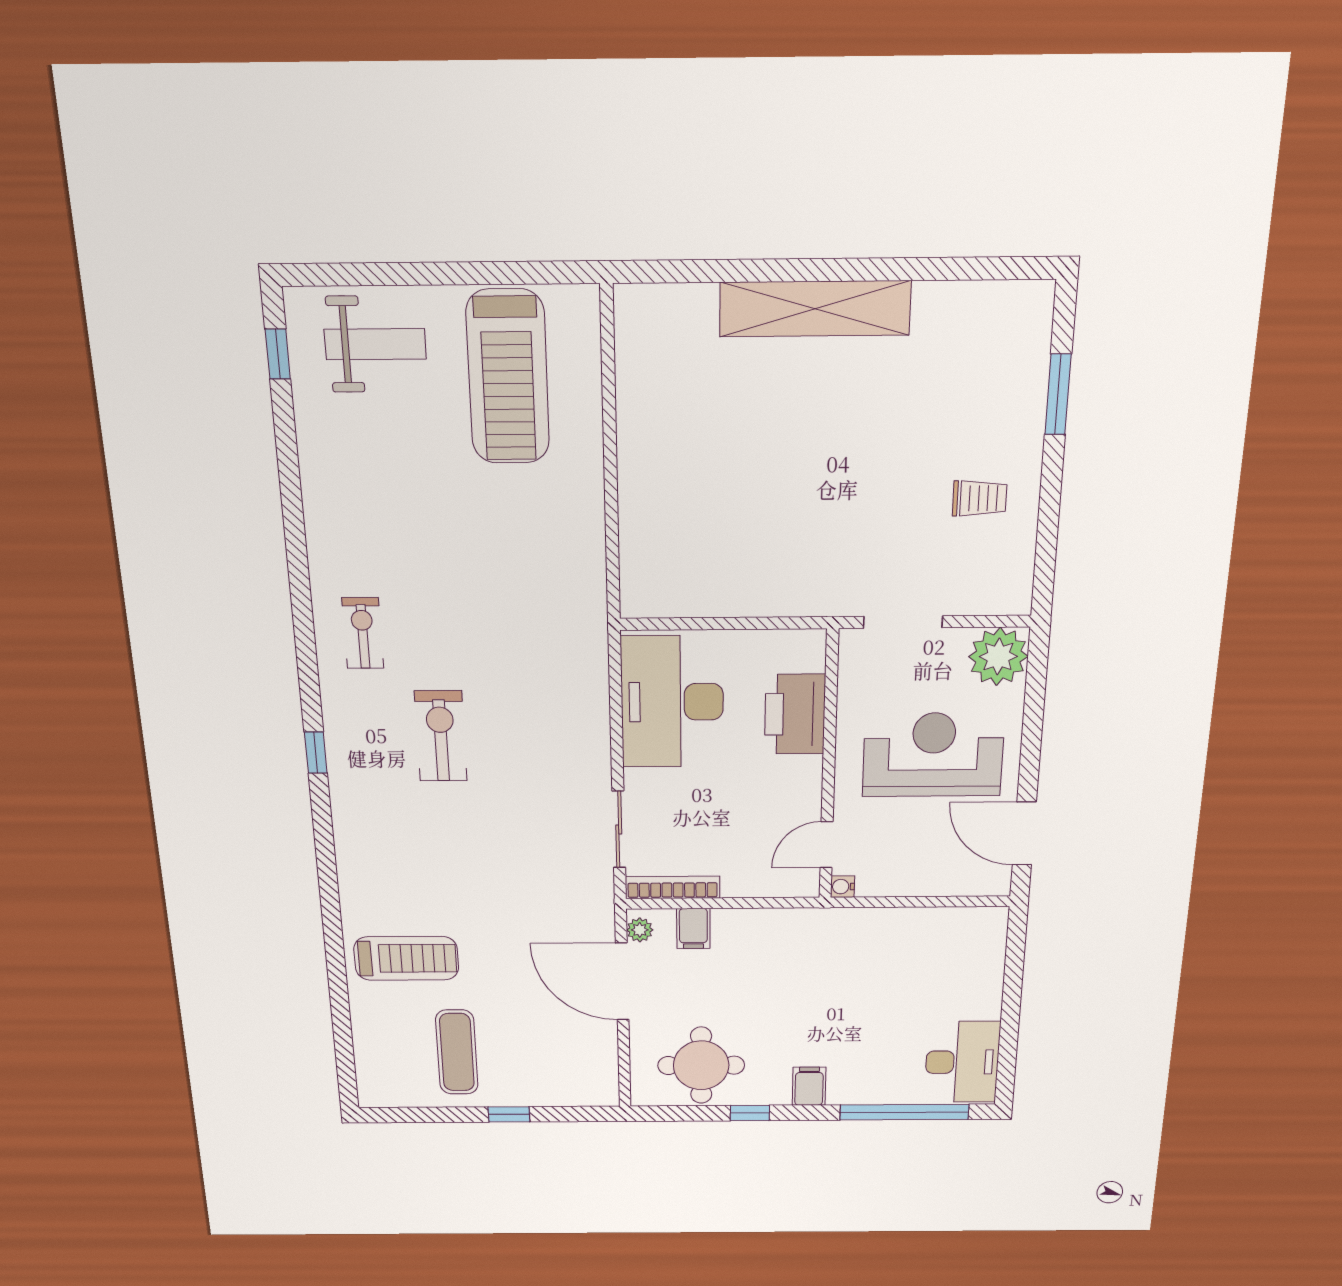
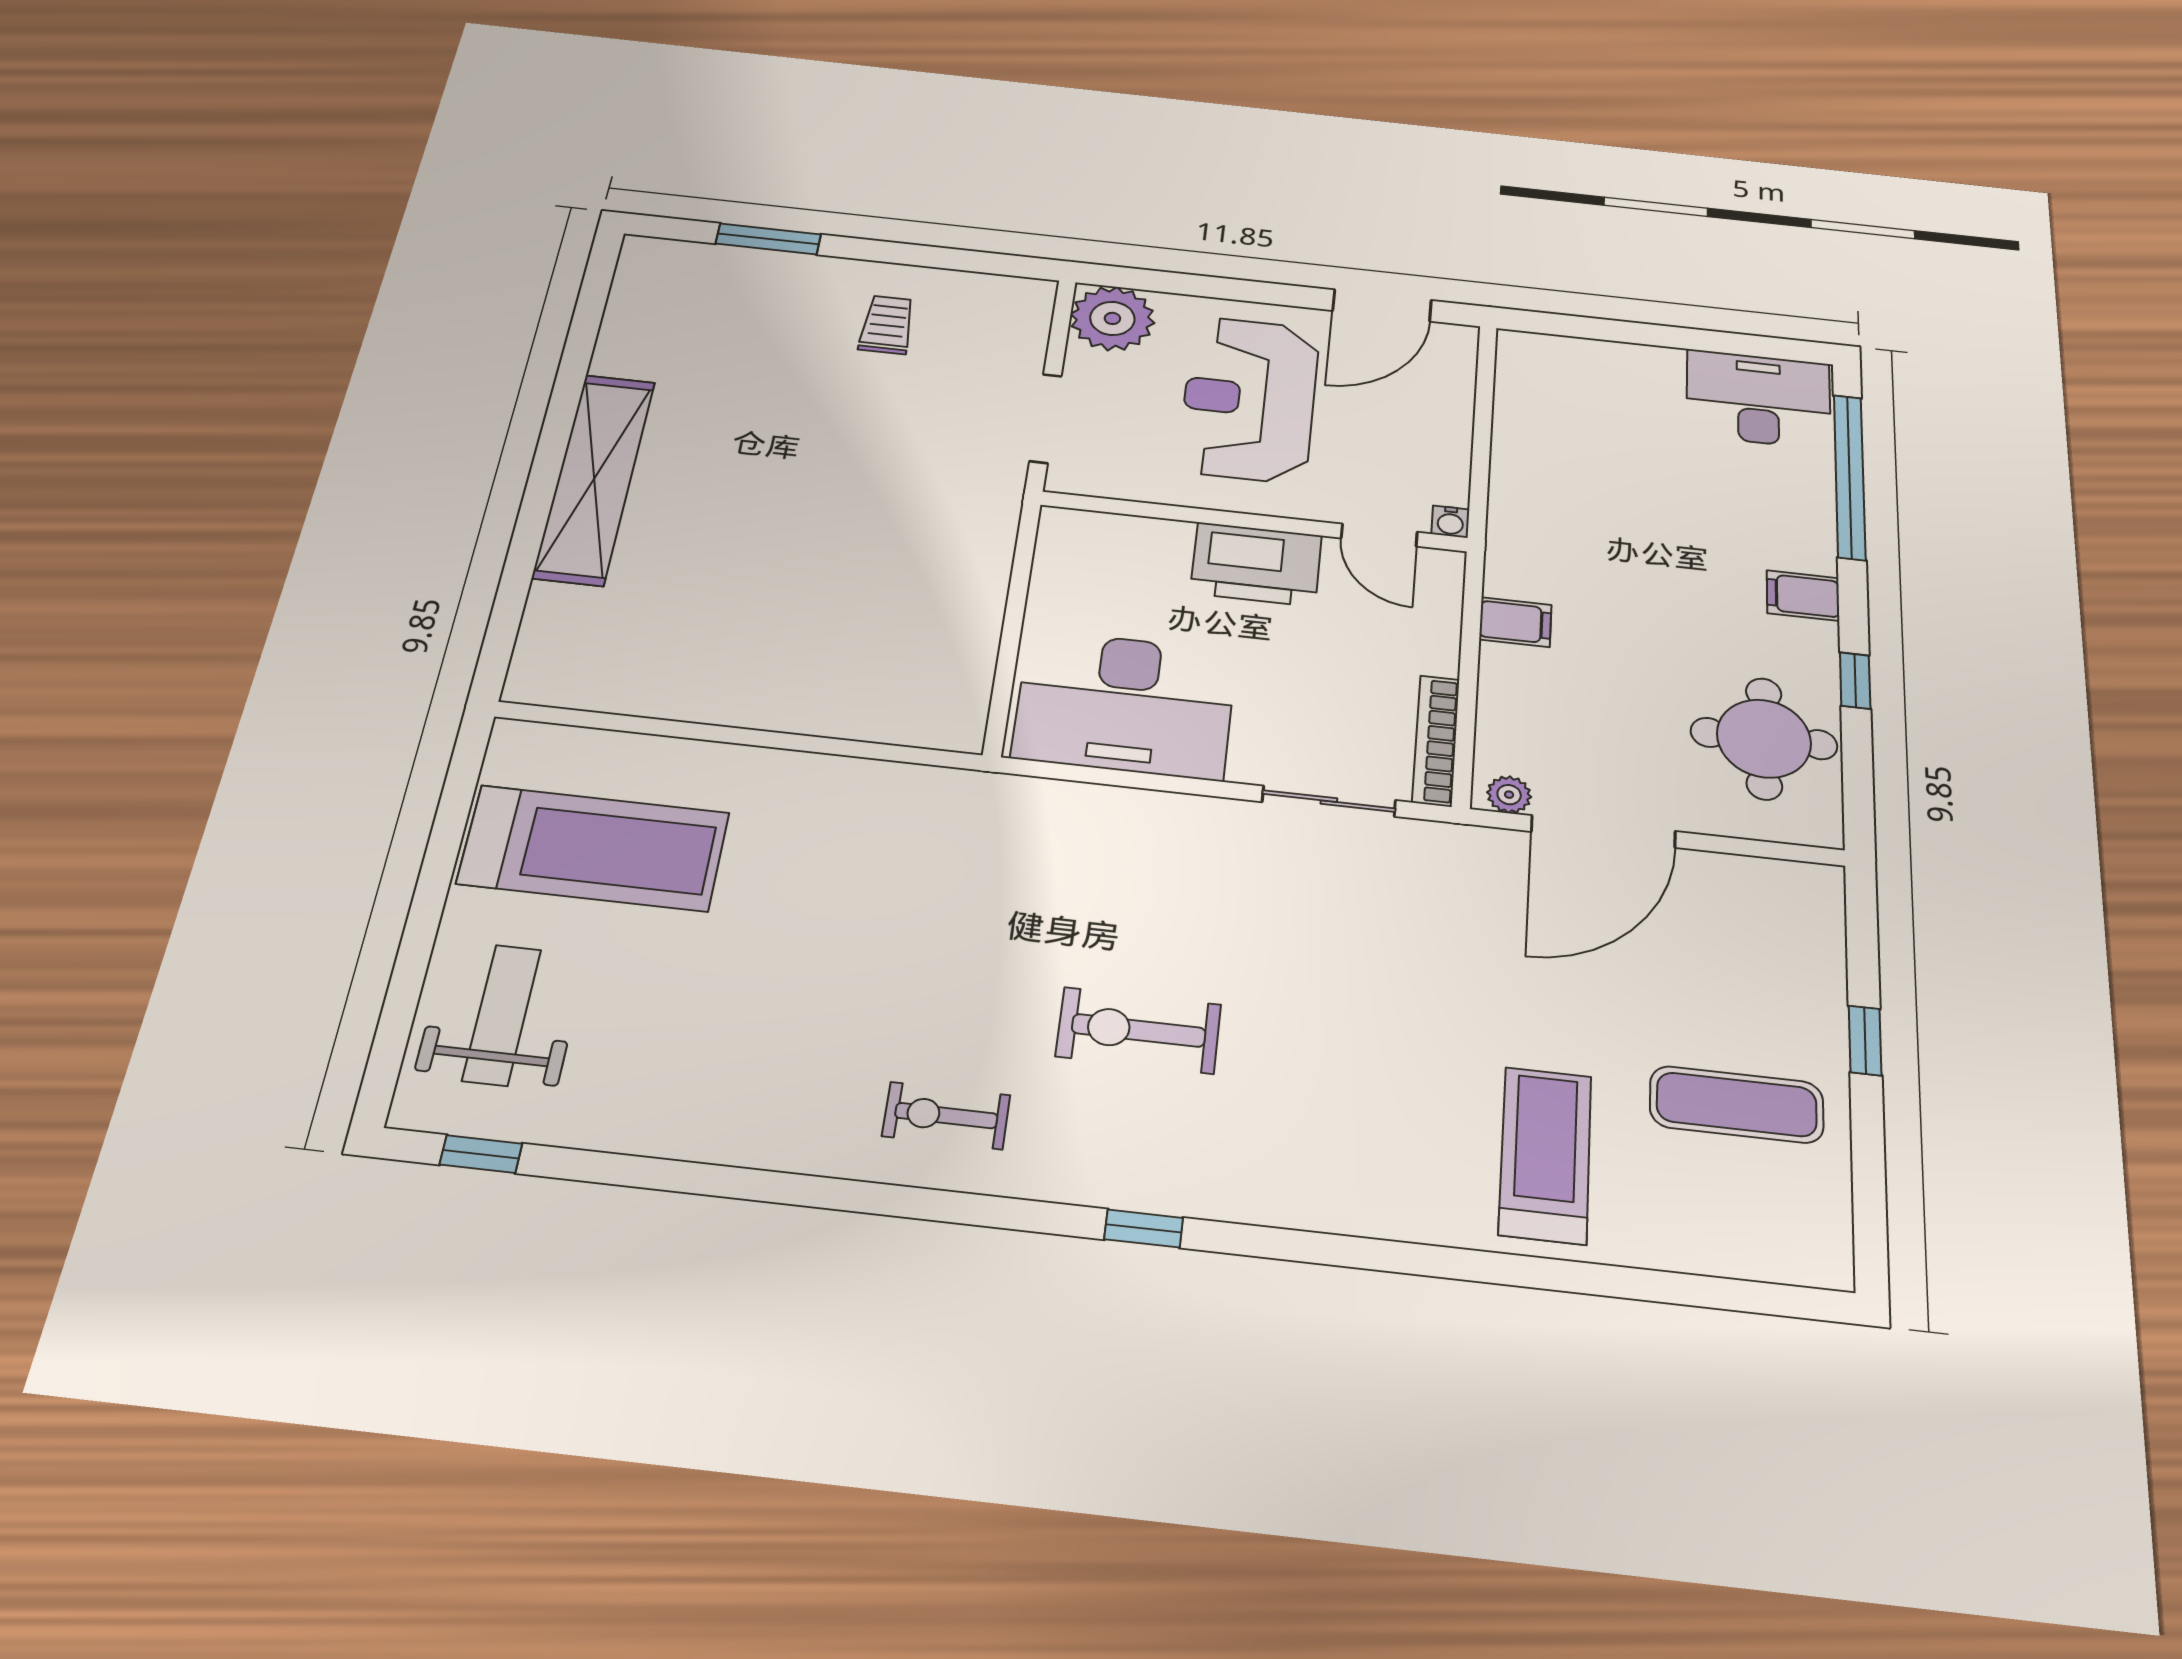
printer: (795, 714) -> (1256, 564), moved
filing cabinet: (693, 928) -> (1515, 622), moved

